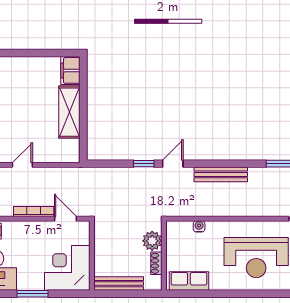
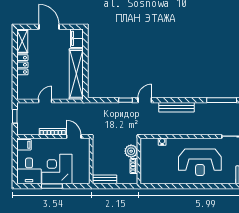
door: (28, 53) -> (49, 27), added
shelving: (69, 112) -> (76, 74), width x1.47
corner desk: (67, 268) -> (57, 169), moved
row of seats: (189, 281) -> (155, 178), removed
bench: (119, 284) -> (105, 179), width x0.73

